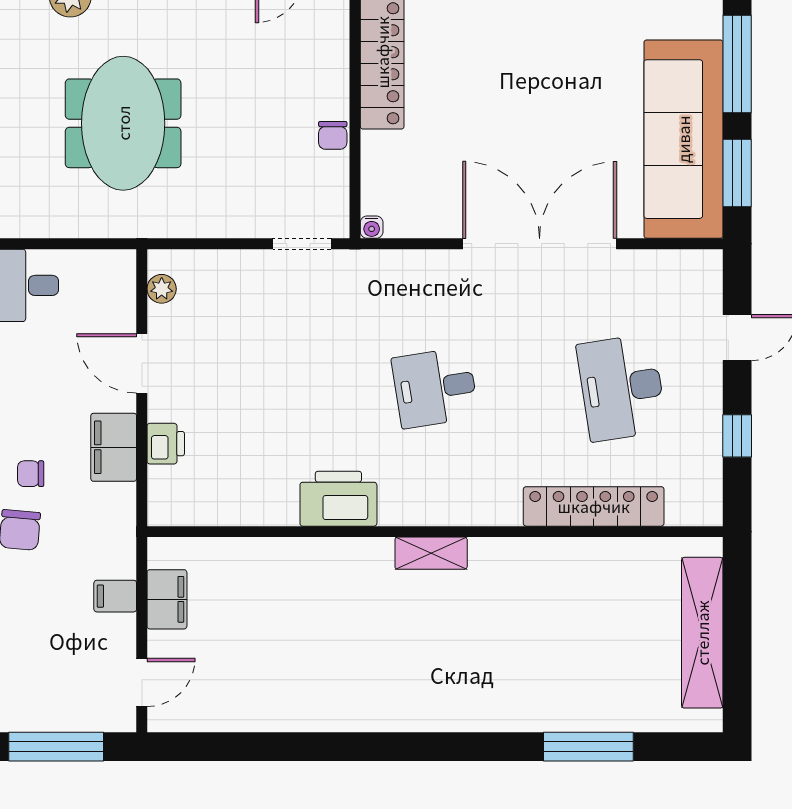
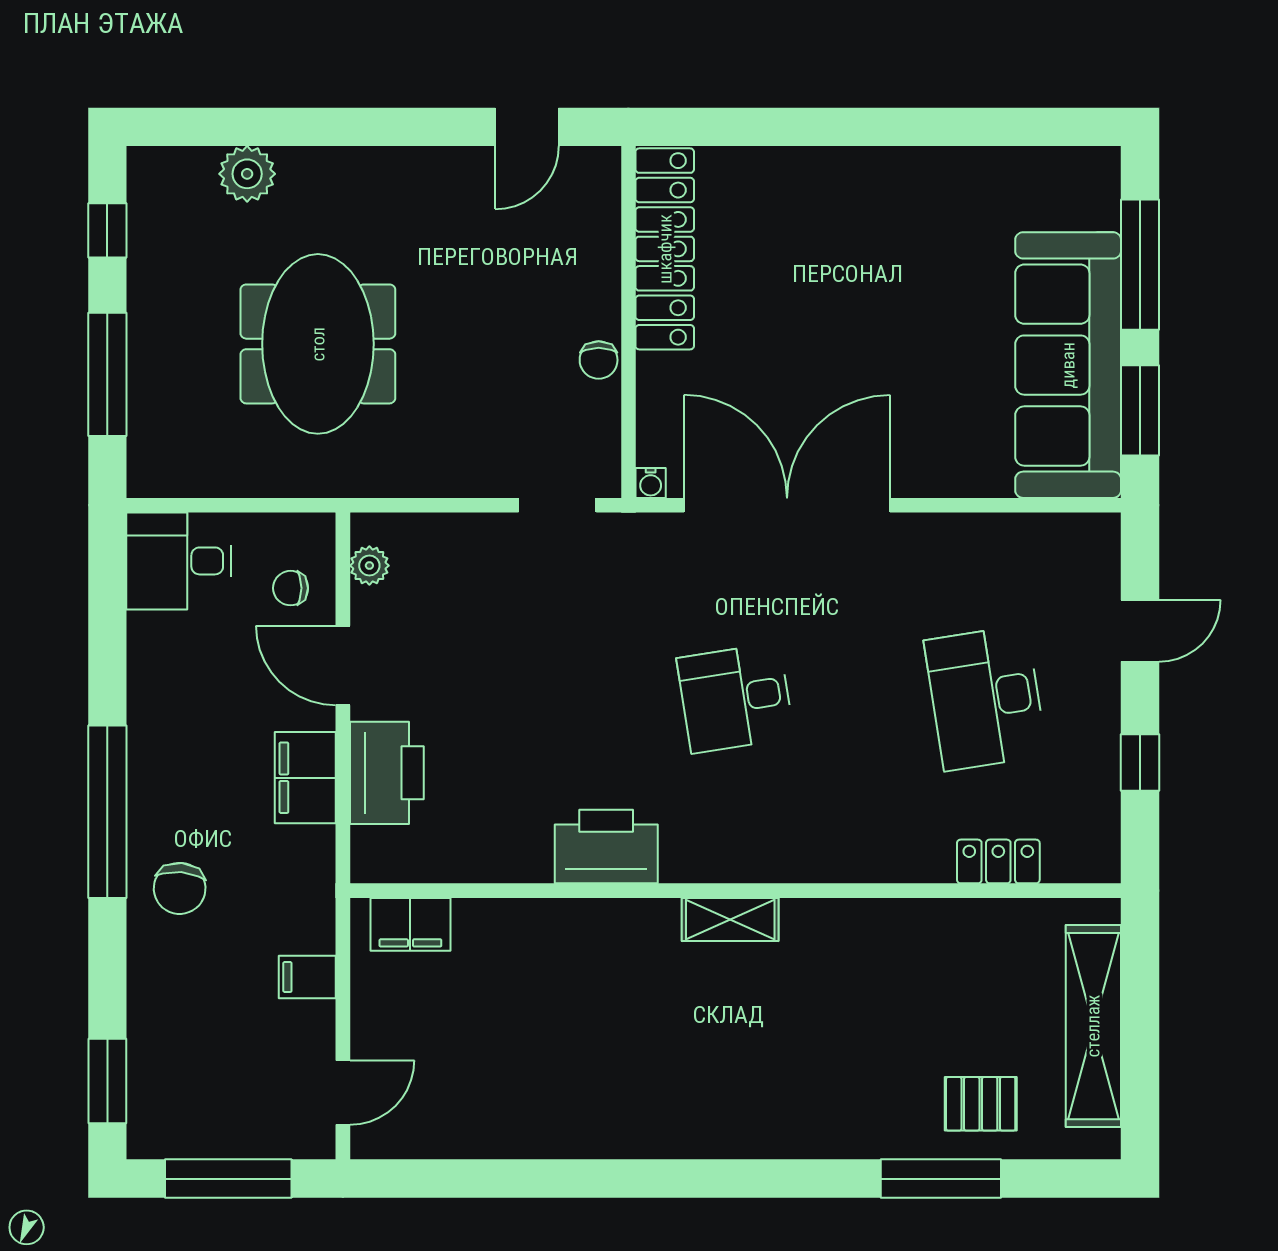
double door: (540, 244) -> (787, 505), moved
printer: (166, 444) -> (387, 773), width x1.87, depth x1.48
chair: (31, 474) -> (291, 588), moved
locker: (594, 506) -> (998, 861), width x0.46, depth x0.83
filing cabinet: (167, 599) -> (410, 924), moved, turned 90
pallet: (618, 691) -> (981, 1104), added

